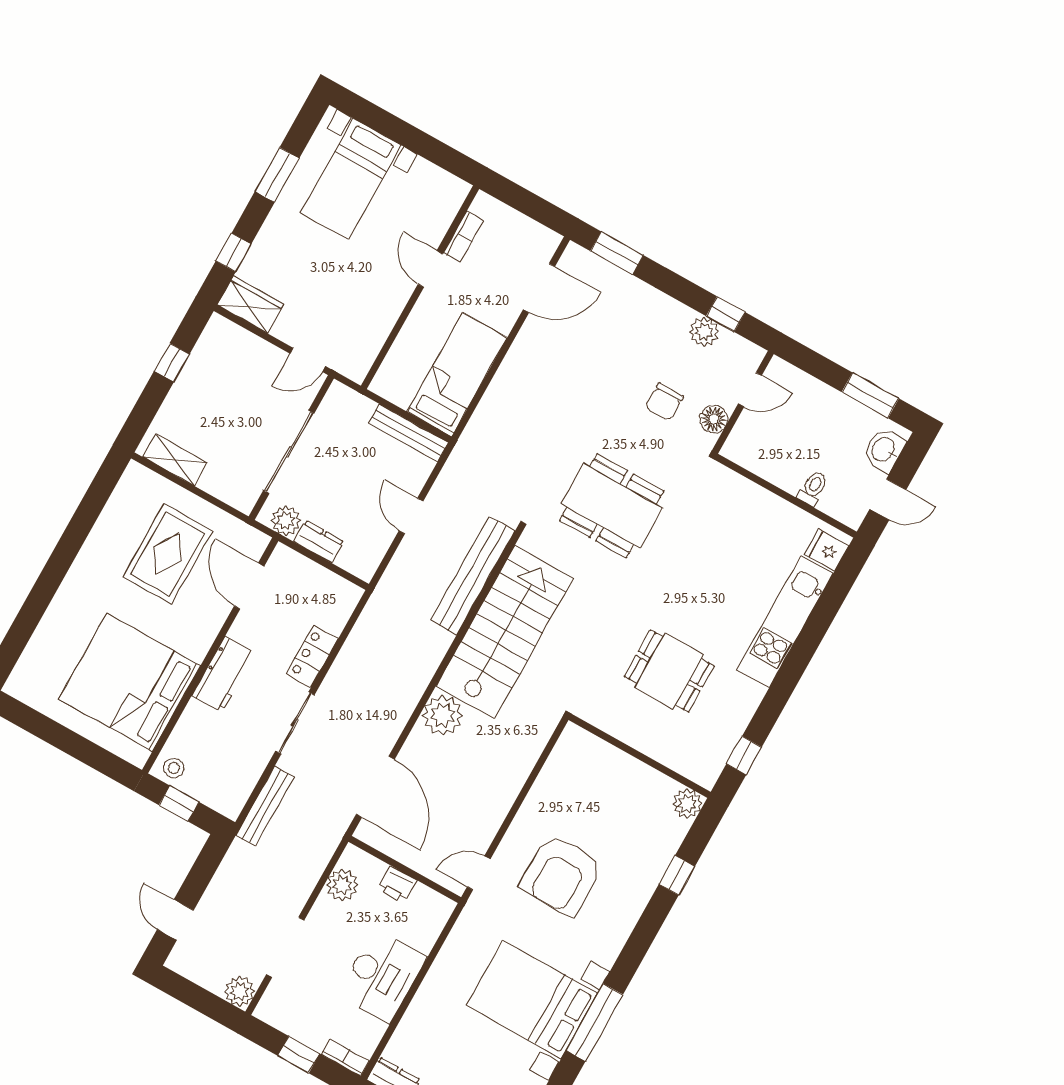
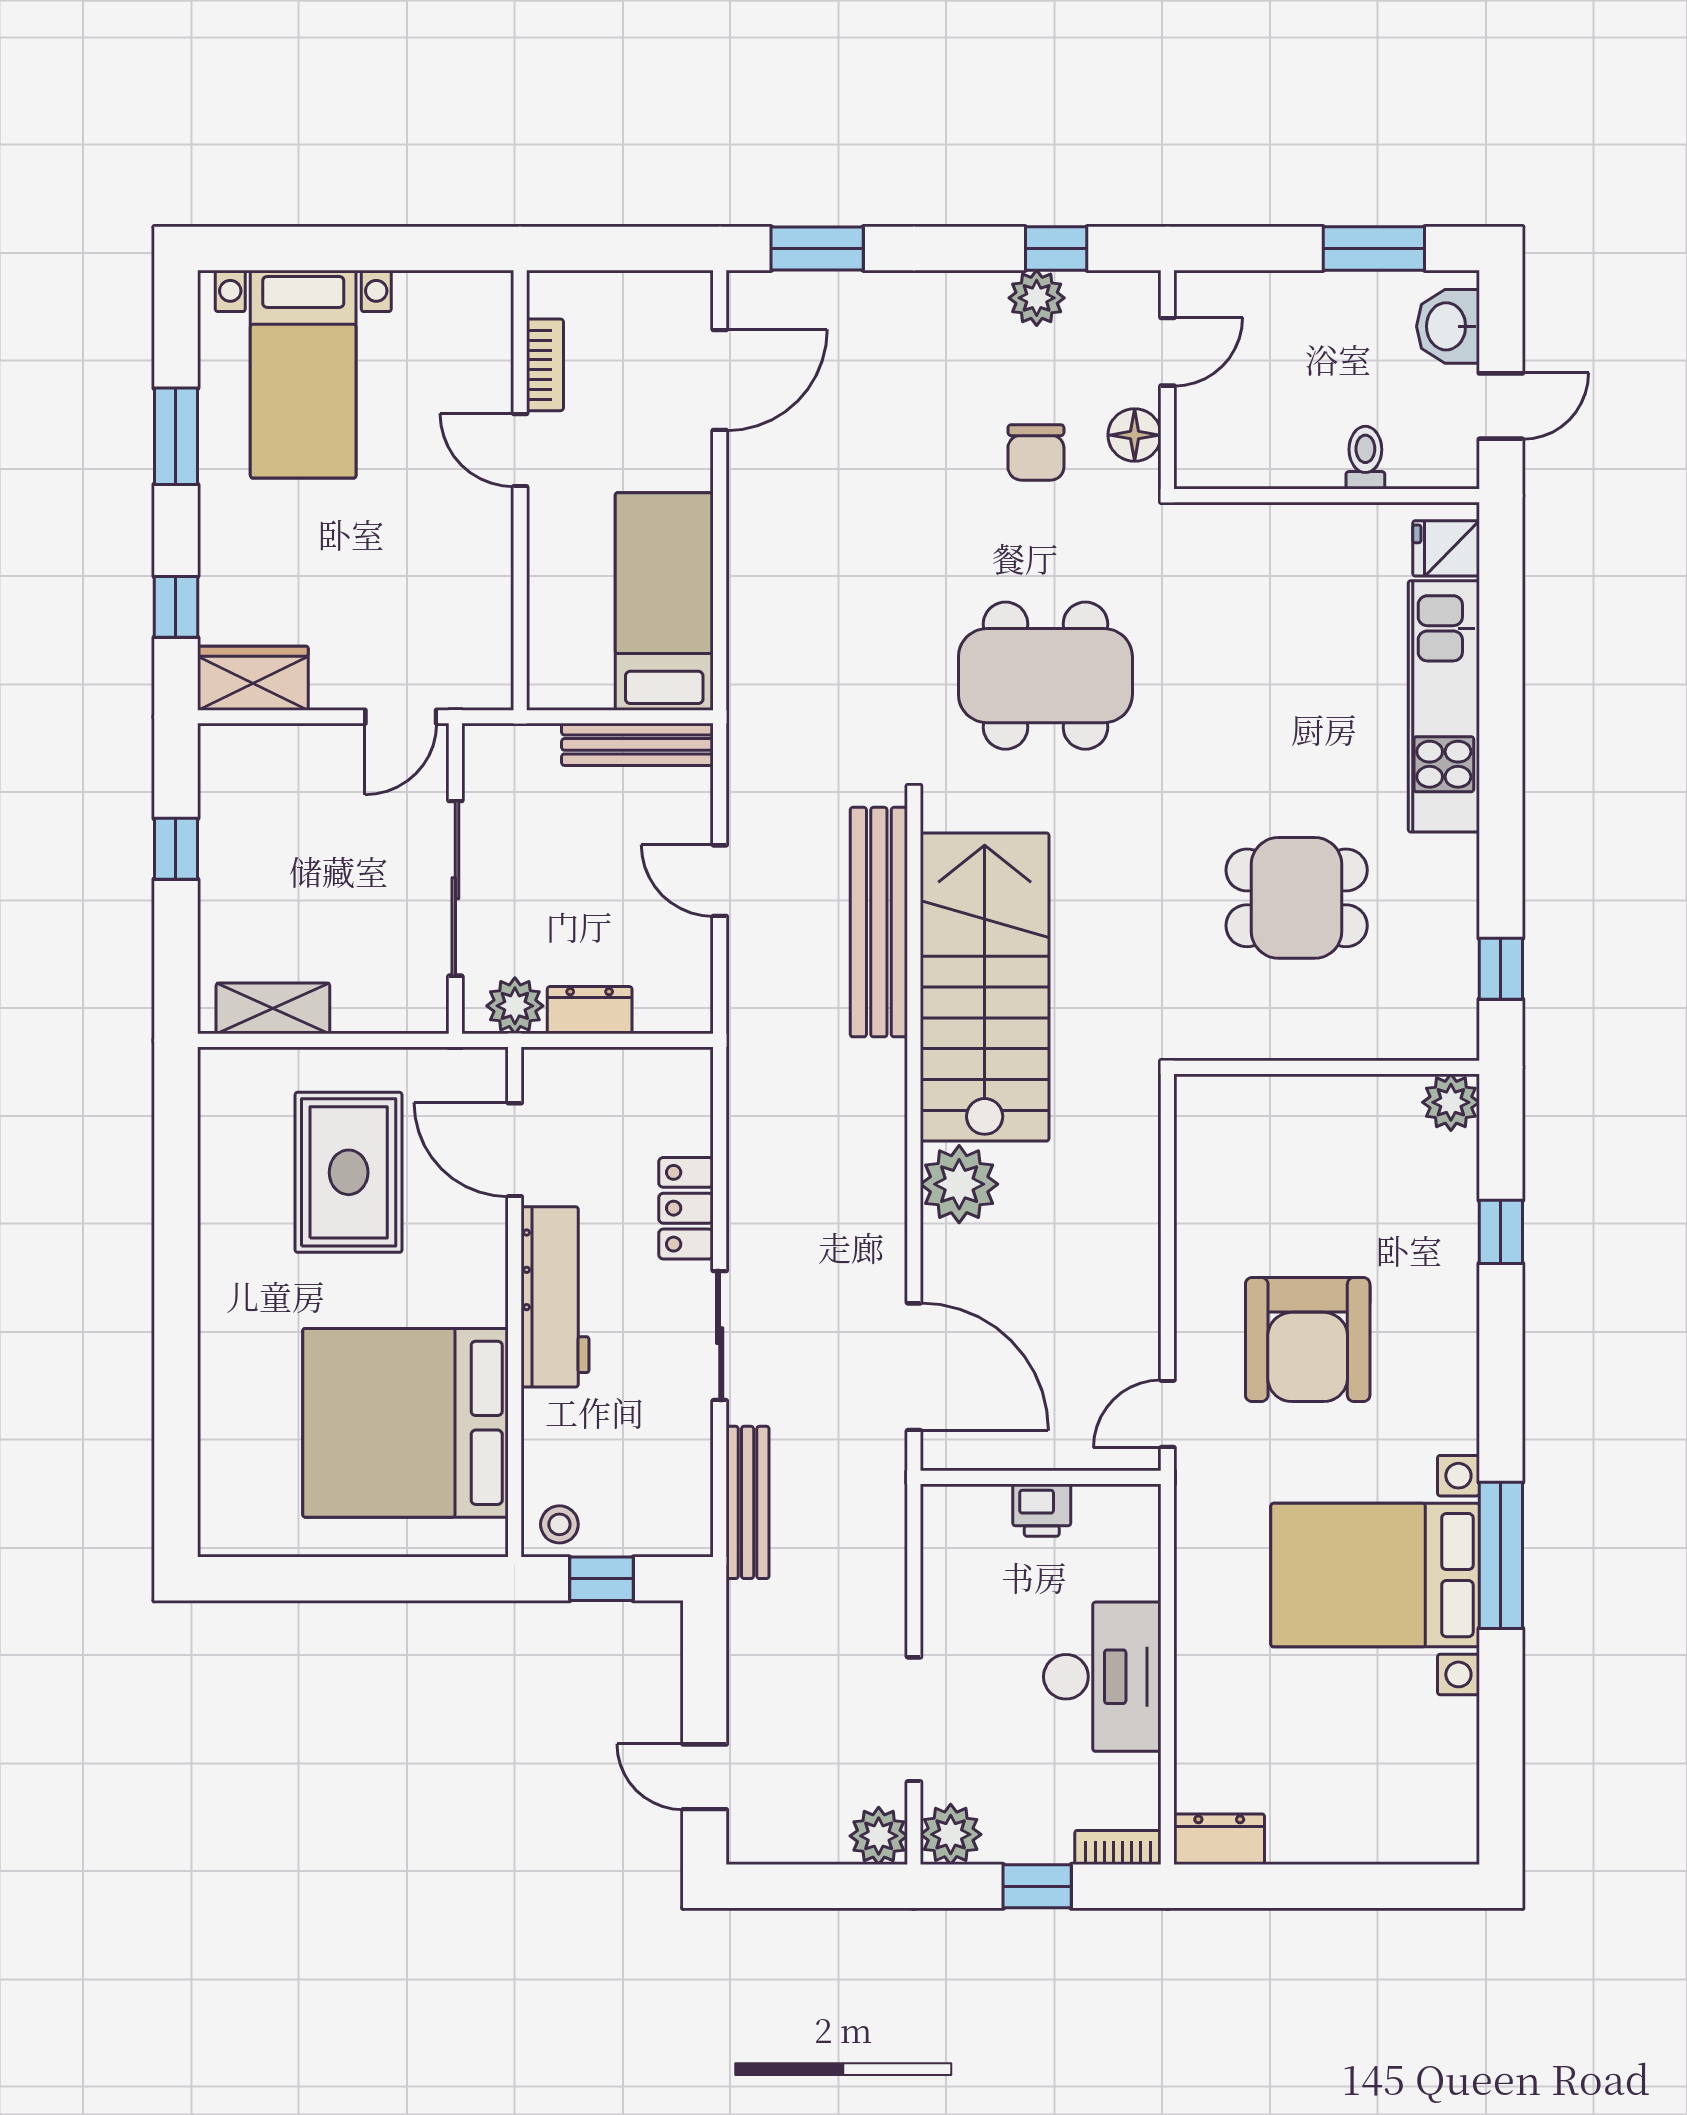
workbench: (224, 675) -> (555, 1297), width x1.38
plant: (342, 885) -> (951, 1834), moved

